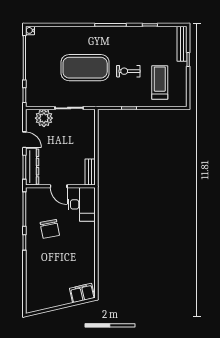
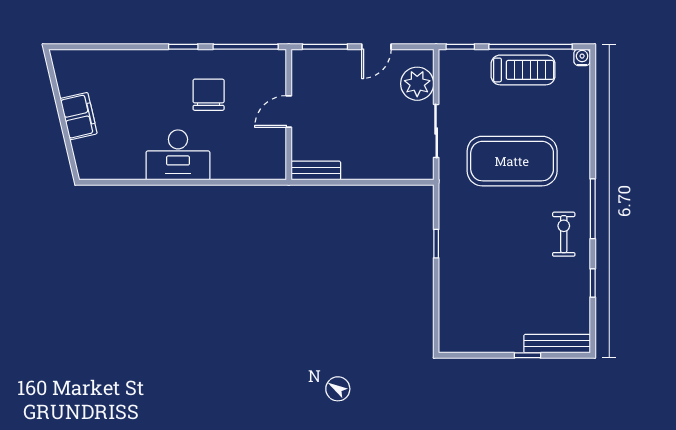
exercise mat: (85, 68) -> (512, 161), turned 90
exercise bike: (128, 71) -> (564, 234), moved
treadmill: (160, 82) -> (523, 70), moved
dresser: (32, 167) -> (326, 61), removed
desk: (82, 204) -> (178, 155), moved
chair: (50, 229) -> (209, 95), turned 101
filing cabinet: (82, 293) -> (79, 116), moved

